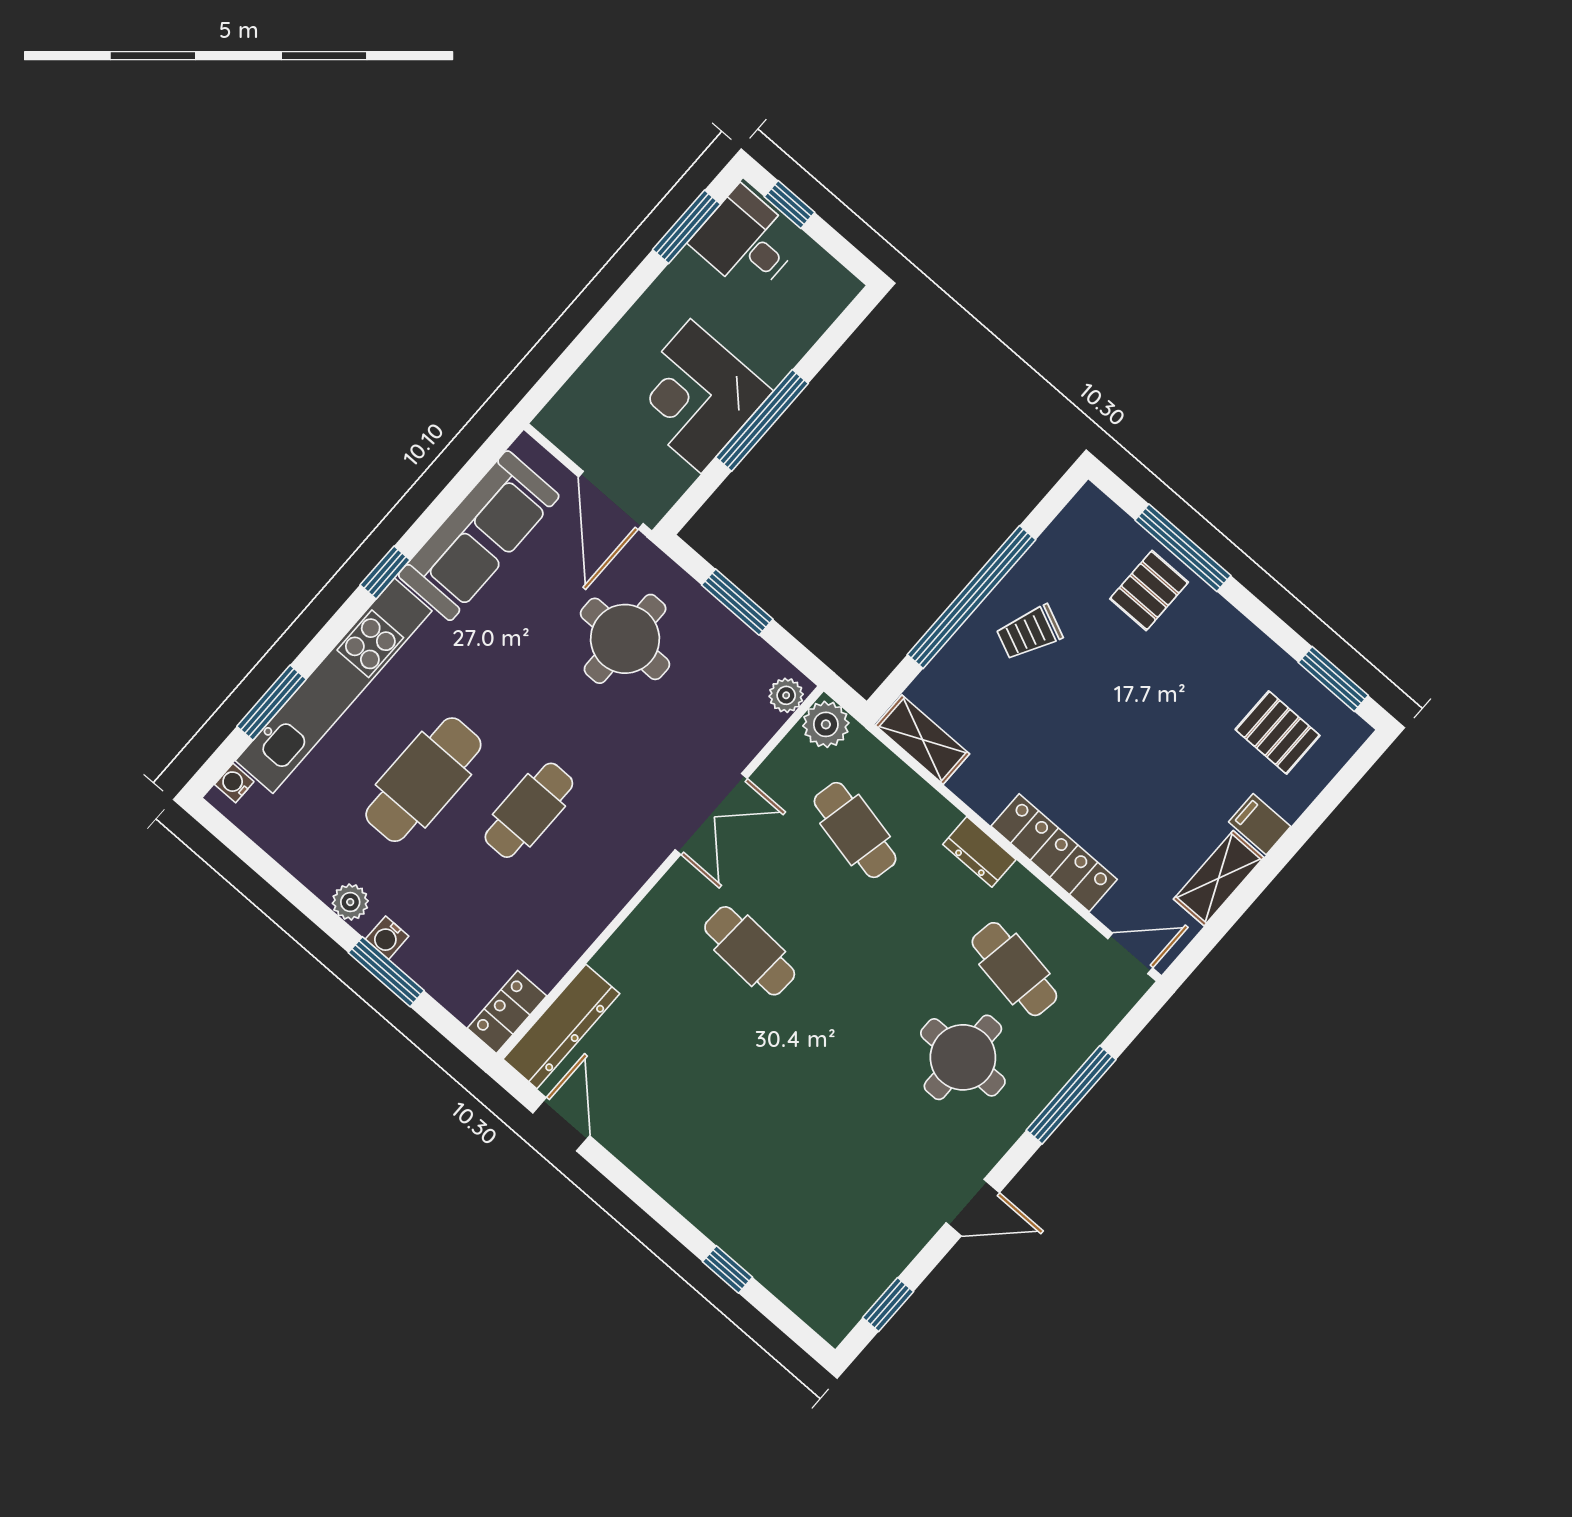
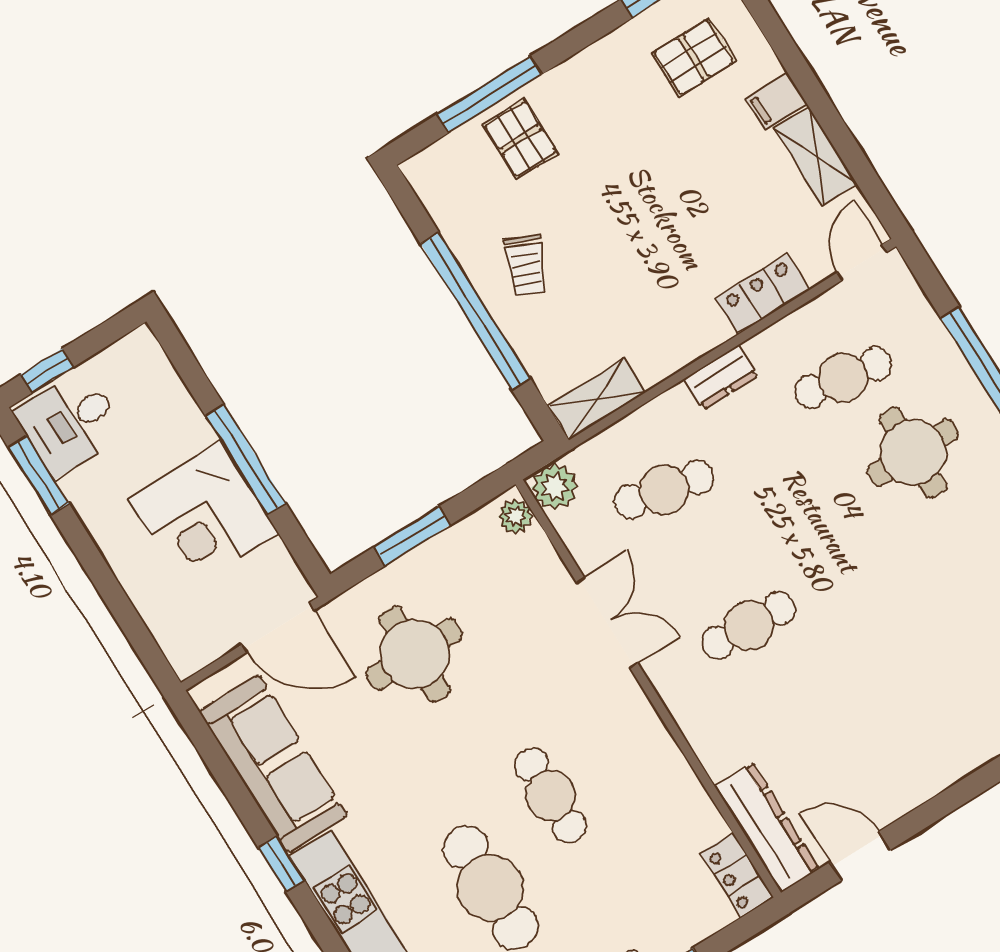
locker: (1054, 853) -> (763, 294), width x0.66

